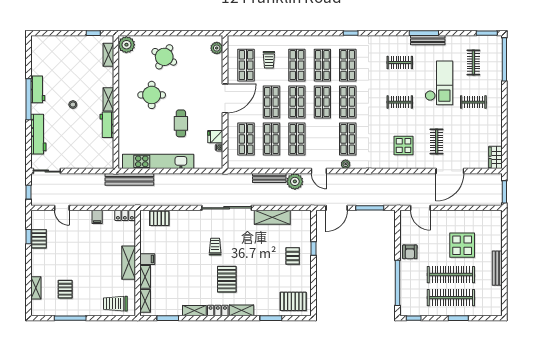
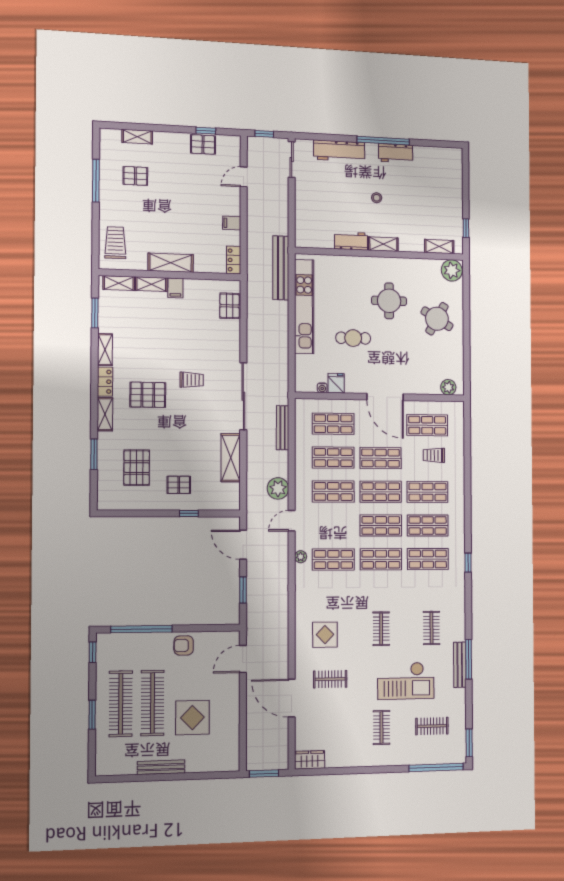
bench: (269, 178) -> (283, 428), moved
window: (370, 208) -> (243, 590), width x0.69
pallet: (293, 301) -> (137, 468), moved

